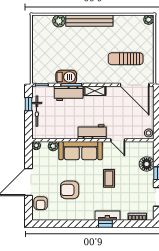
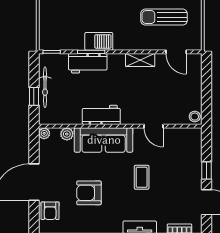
barbecue: (66, 77) -> (99, 41), moved
door: (135, 85) -> (176, 52), width x0.53
shelving: (95, 91) -> (140, 60), moved
window: (29, 104) -> (34, 96), moved
workbench: (92, 132) -> (101, 115), moved
floor lamp: (147, 164) -> (192, 158), removed

